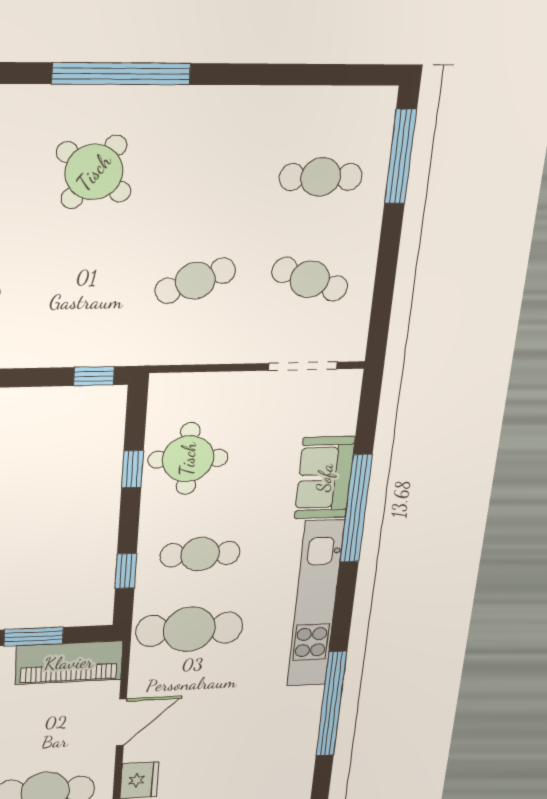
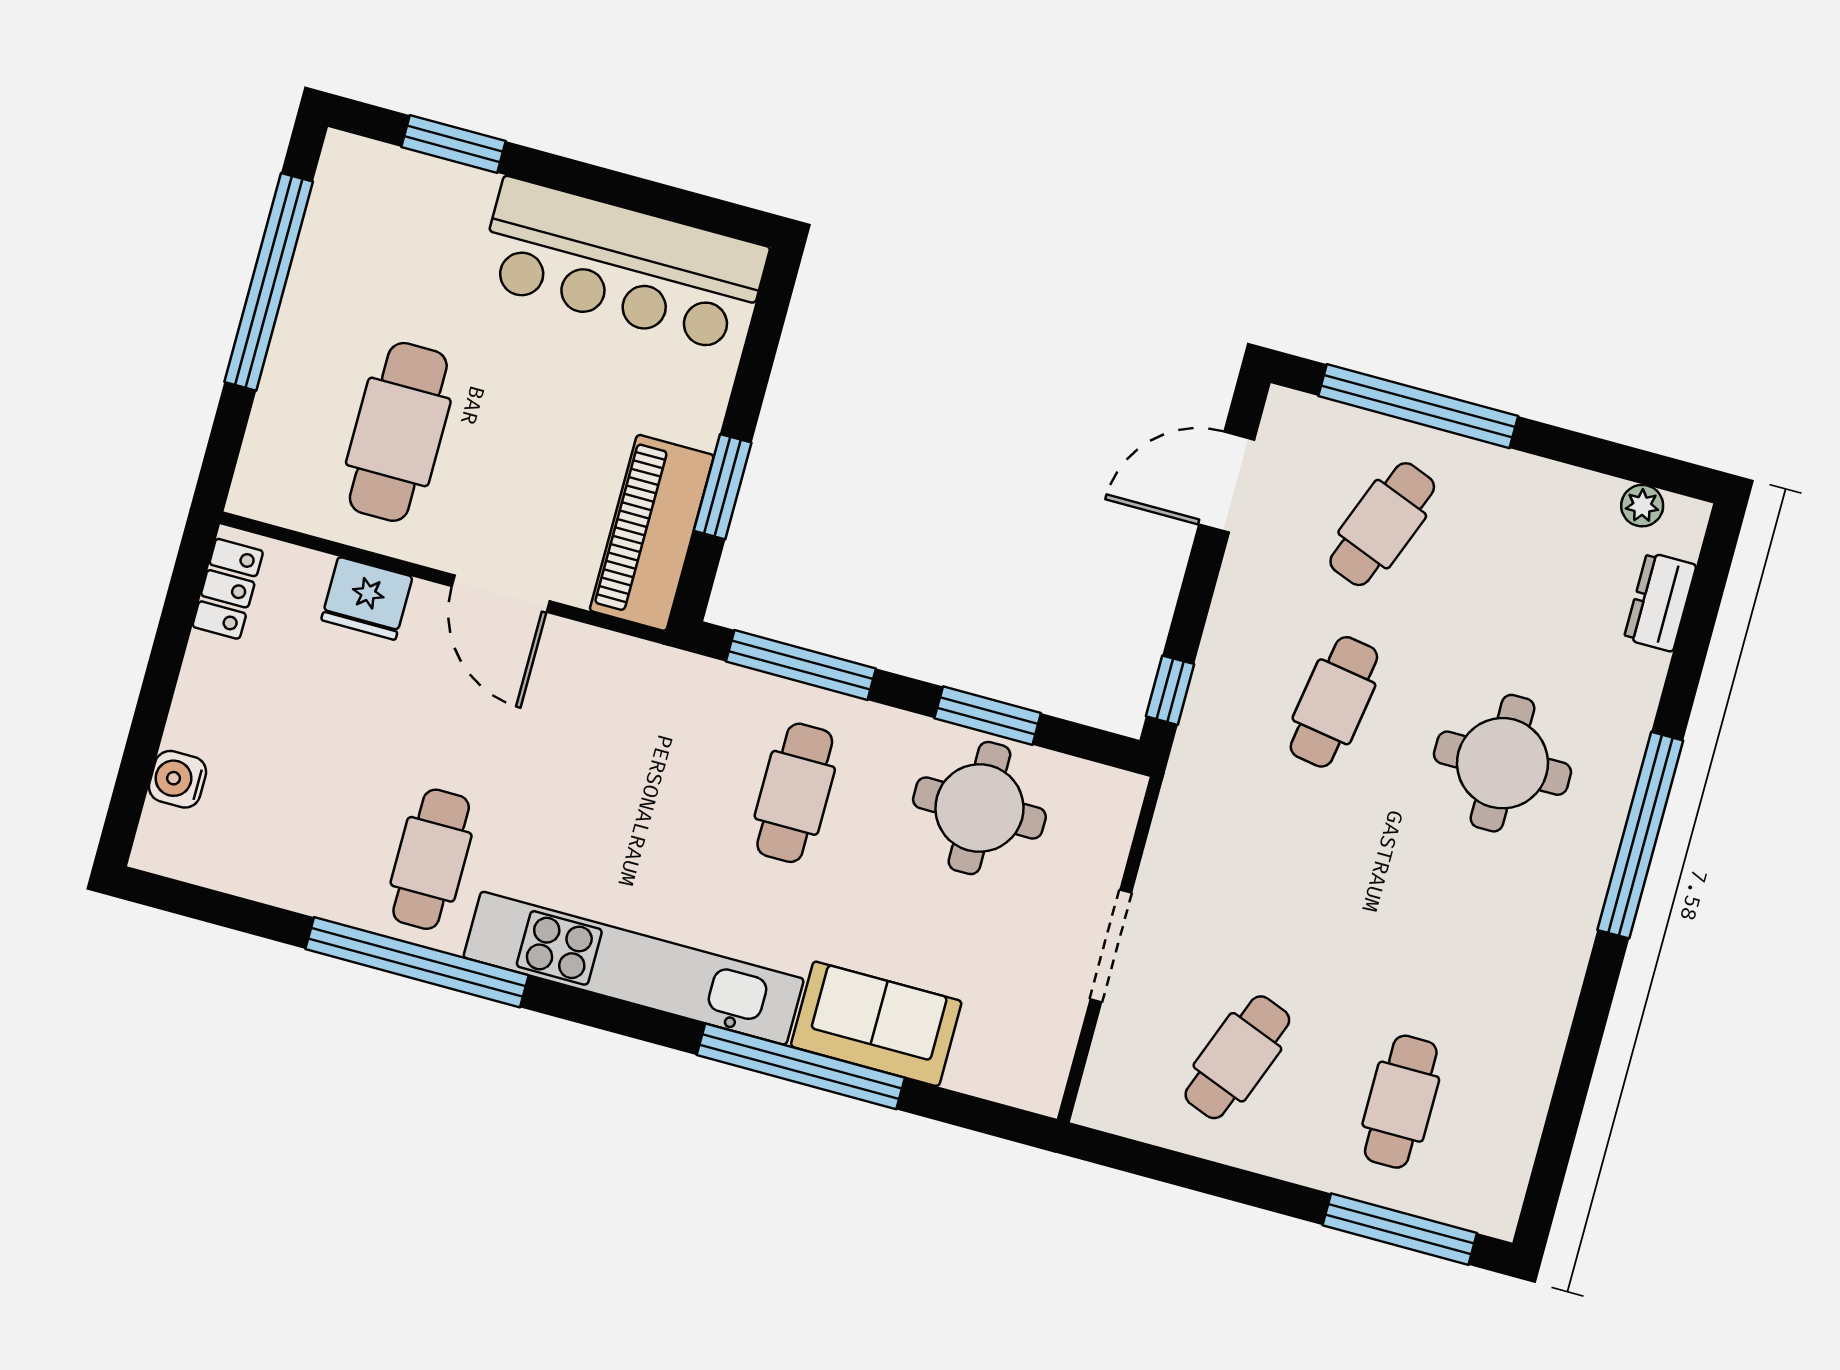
round table: (94, 172) -> (1502, 763), turned -37
cafe table: (195, 281) -> (1334, 702), moved, turned 30
doorway: (303, 366) -> (1111, 946), moved
window: (133, 469) -> (988, 716), width x1.50
window: (126, 571) -> (801, 665), width x2.17
cafe table: (189, 629) -> (431, 859), moved, width x0.73, depth x0.74

